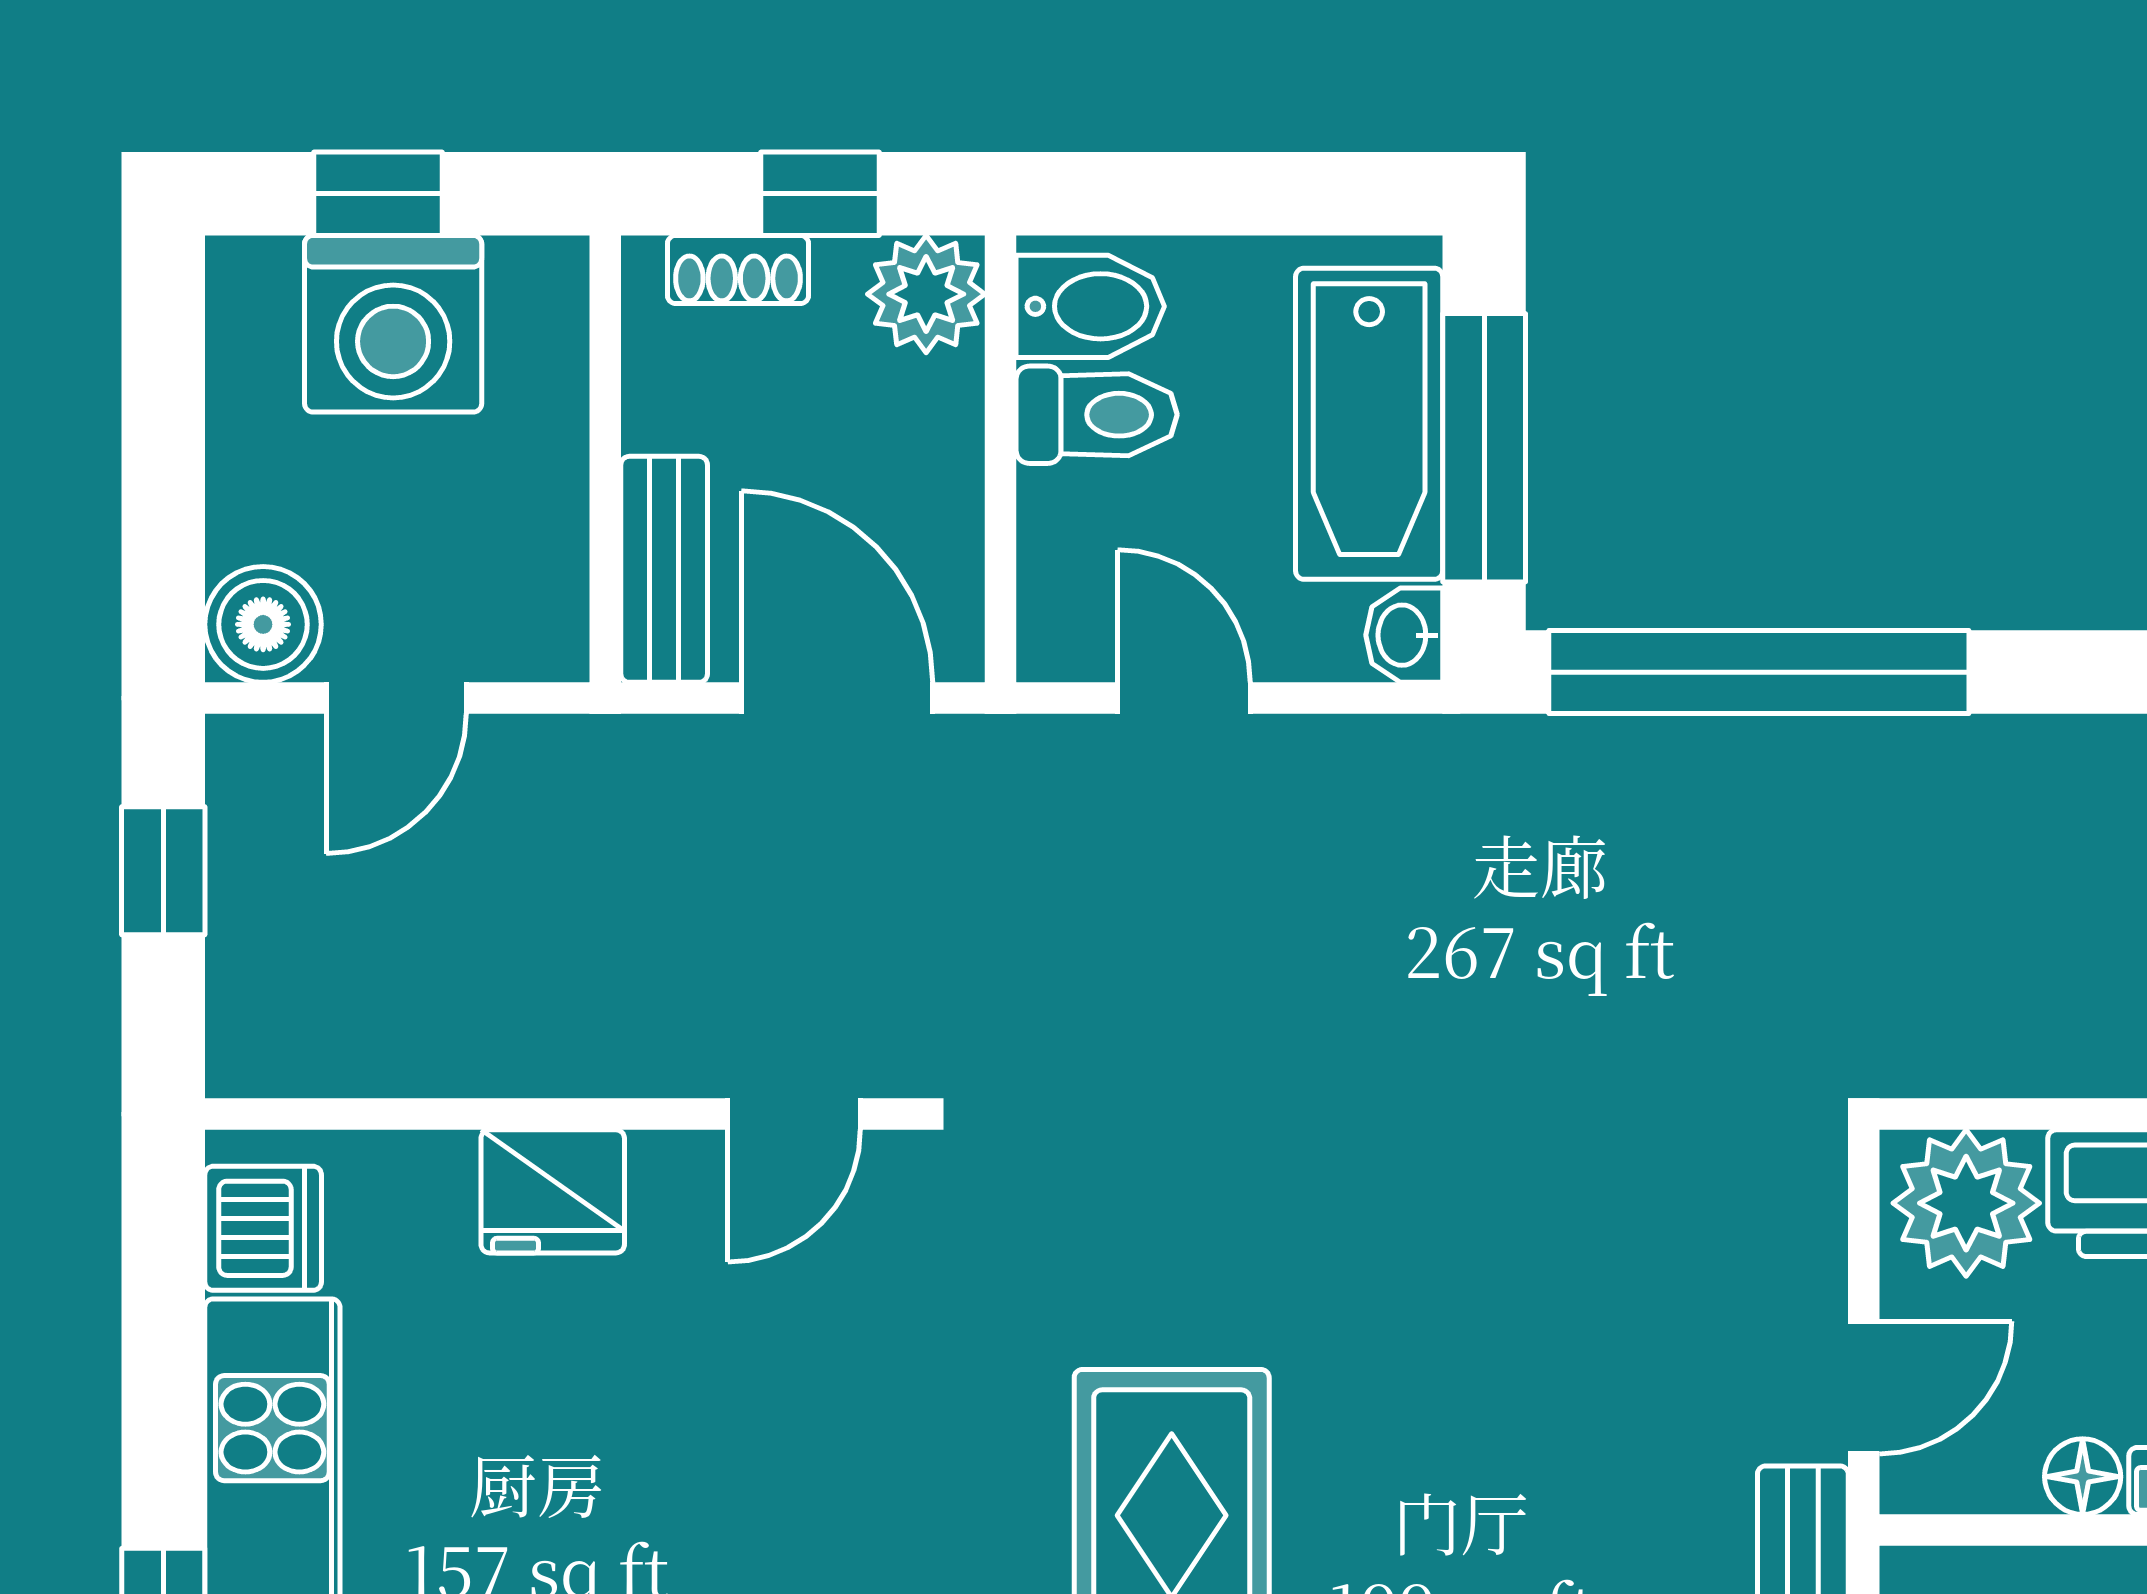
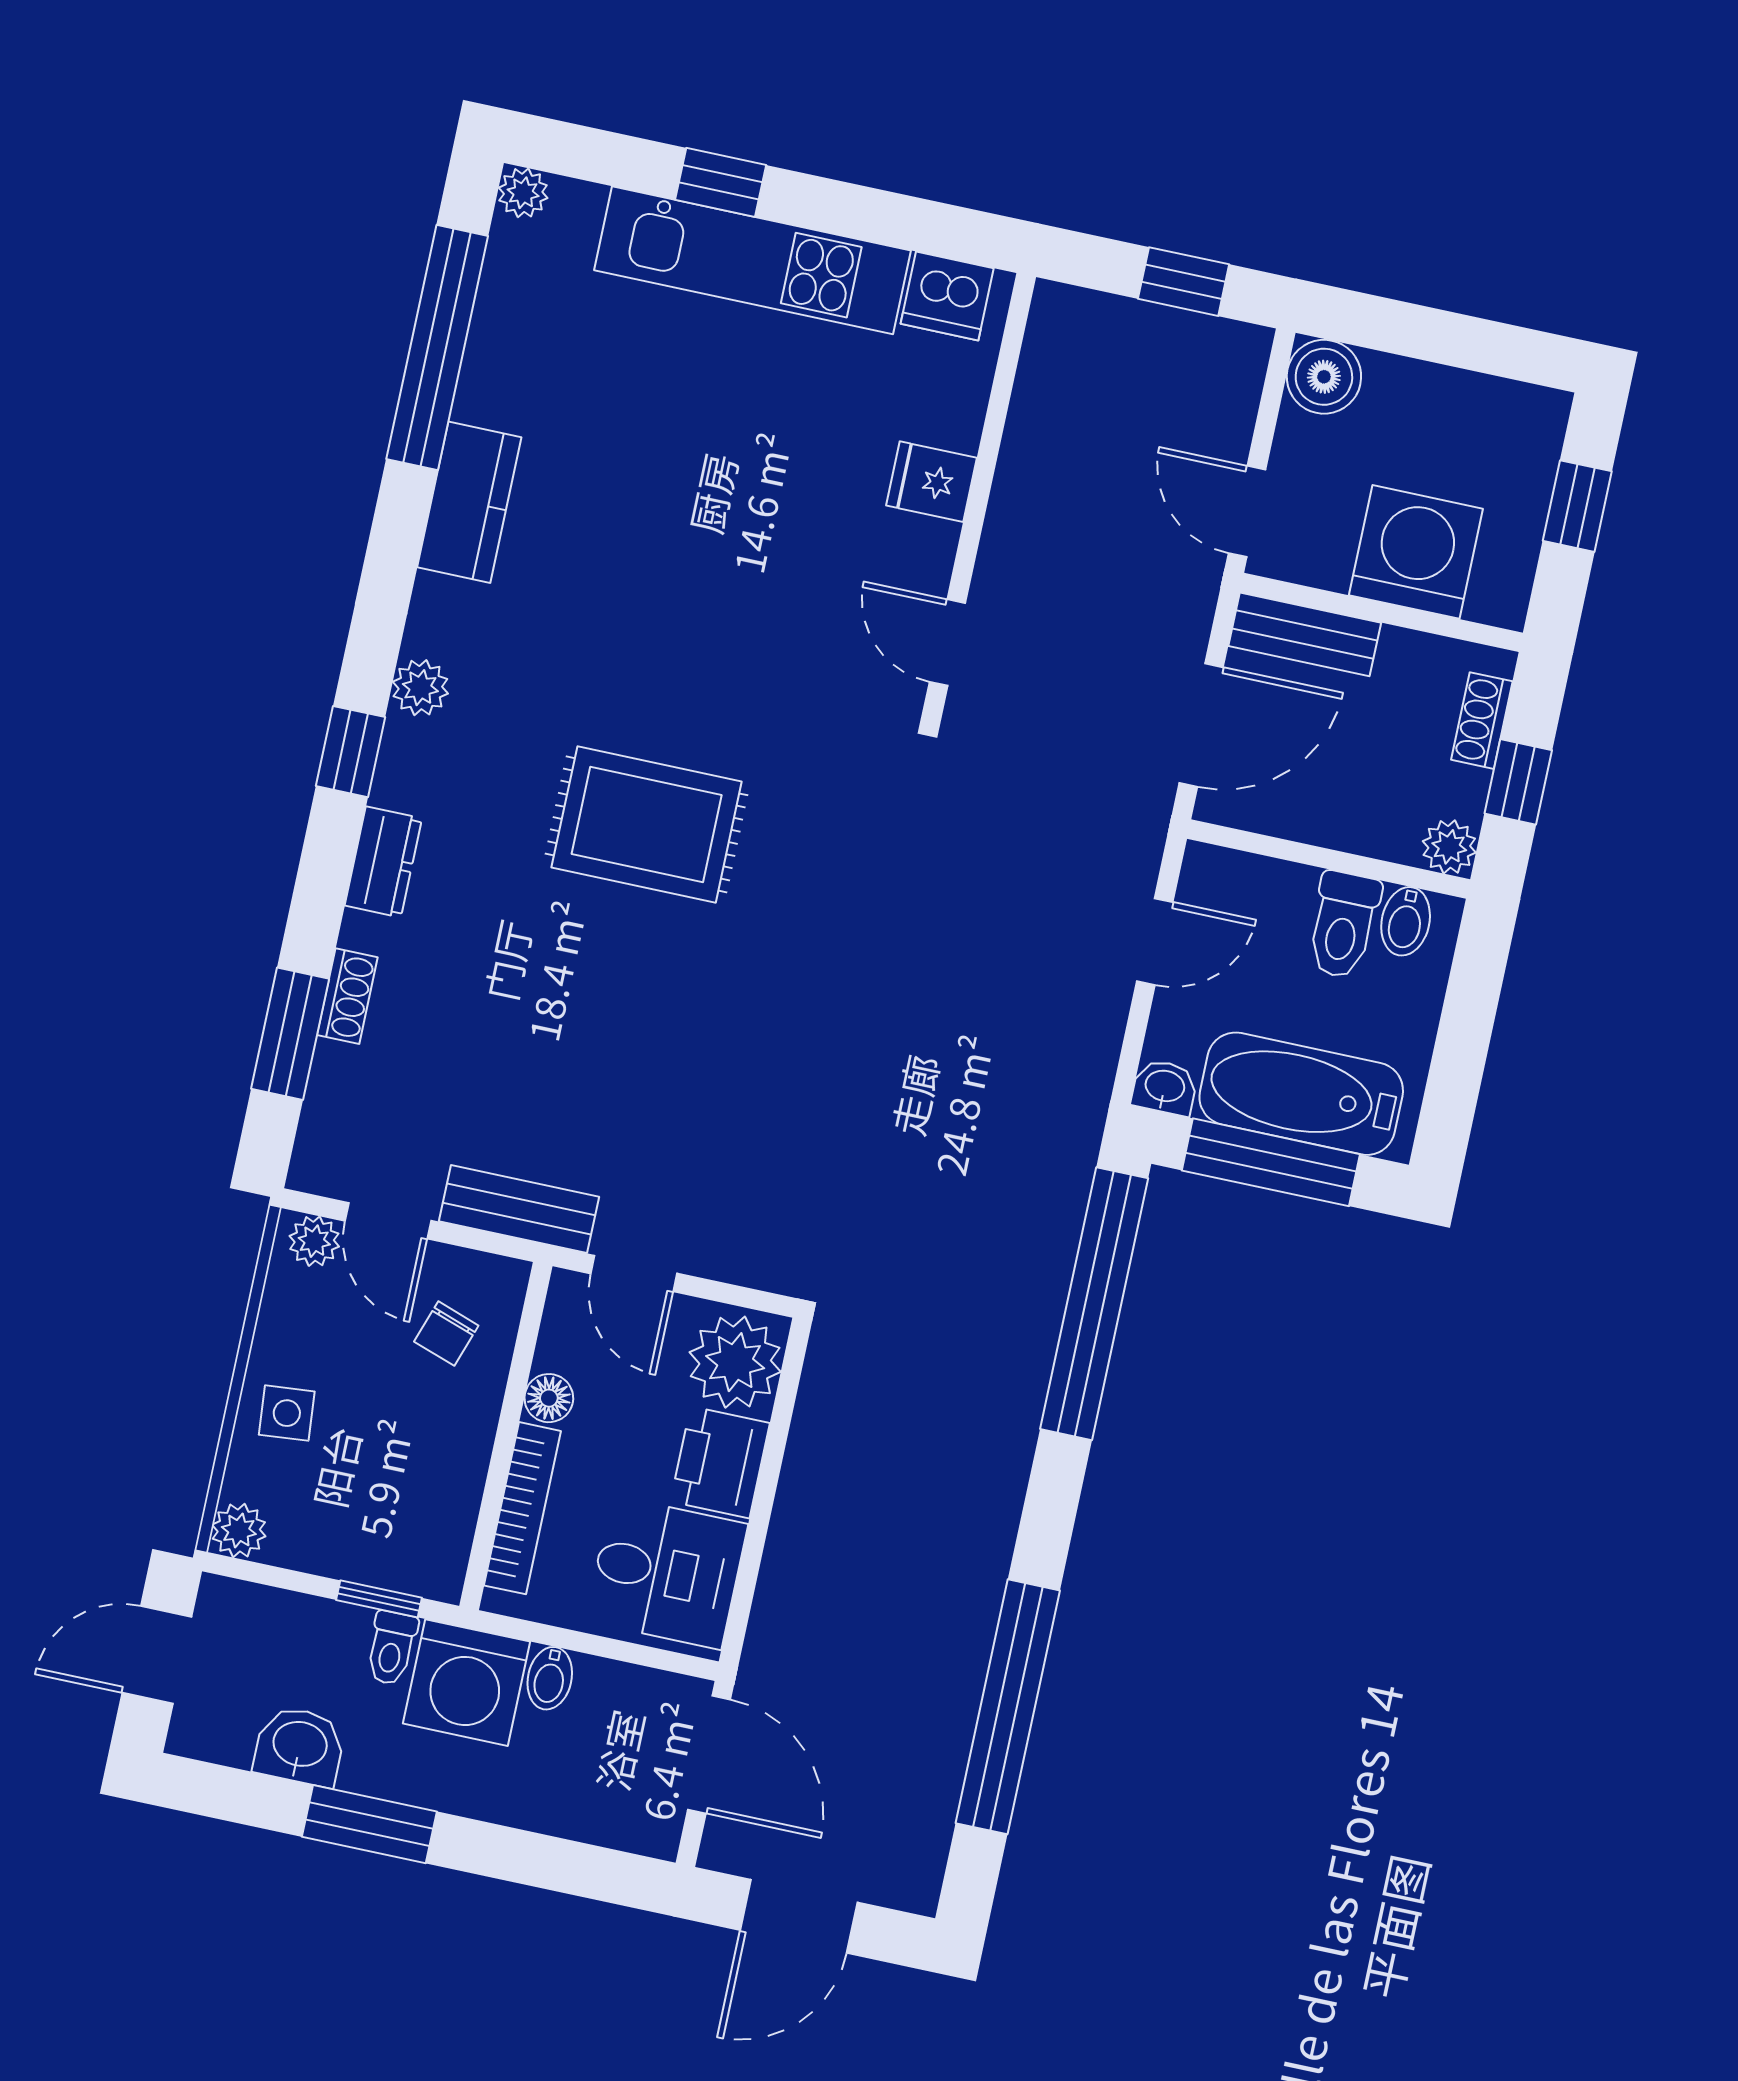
plant: (926, 294) -> (1449, 847), width x0.73, depth x0.73
bidet: (1090, 306) -> (1406, 921), width x0.72, depth x0.74
washing machine: (393, 324) -> (1416, 552), moved, turned 90
door: (396, 698) -> (1247, 511), moved
fridge: (553, 1191) -> (931, 482), width x0.72

